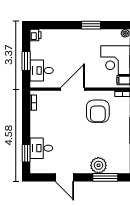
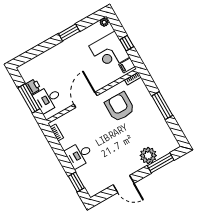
printer: (35, 35) -> (33, 86), moved
window: (26, 61) -> (29, 98), width x1.44
armchair: (98, 111) -> (120, 107), turned 180
desk: (41, 148) -> (79, 155), moved

